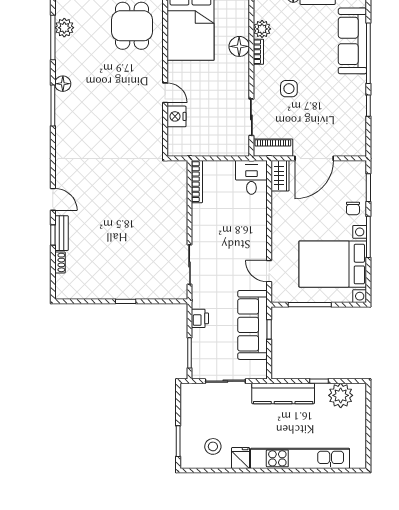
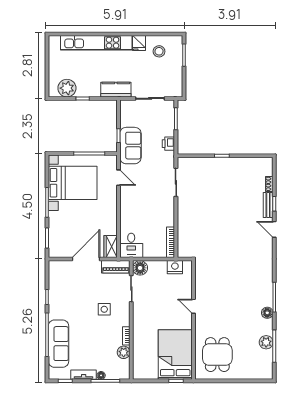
plant: (64, 28) -> (266, 342), moved
floor lamp: (239, 46) -> (140, 268), moved
nightstand: (176, 116) -> (175, 267), moved, turned -90
chair: (353, 208) -> (58, 223), removed
sofa: (253, 325) -> (130, 146), width x0.73
kitchen counter: (283, 393) -> (116, 90), width x0.67

